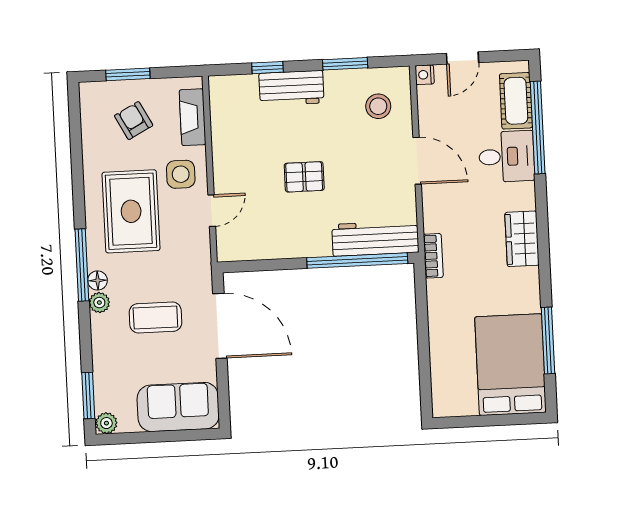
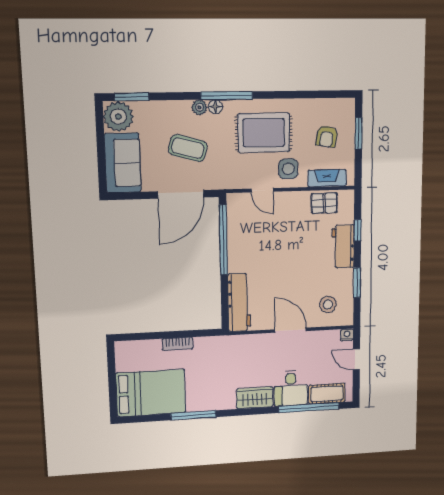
armchair: (134, 121) -> (327, 136), turned 127
door: (417, 161) -> (291, 330), swing flipped
pallet: (304, 177) -> (324, 203), moved, turned 90
wardrobe: (522, 239) -> (255, 398), moved
bookcase: (433, 256) -> (177, 344), moved
window: (357, 261) -> (223, 240), moved
coffee table: (155, 317) -> (188, 148), turned -75
window: (548, 341) -> (193, 415), moved
plant: (106, 423) -> (118, 117), width x1.87, depth x1.87

